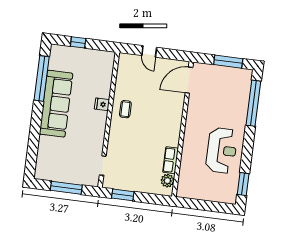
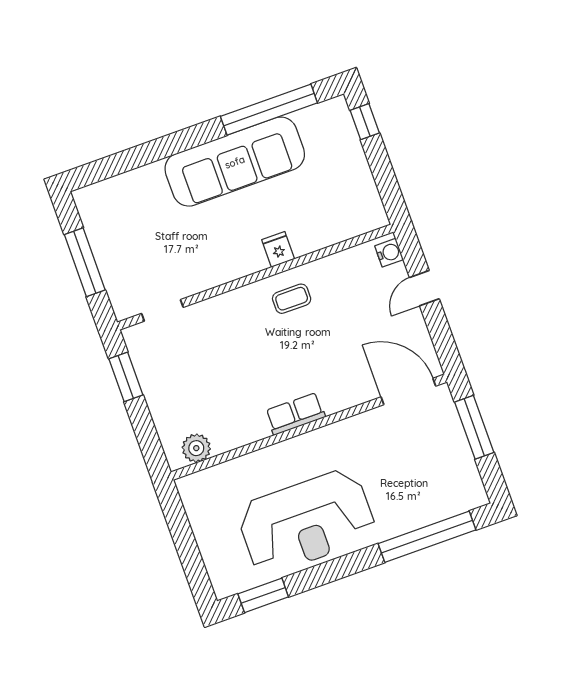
window: (78, 42) -> (365, 122), moved
water cooler: (127, 59) -> (389, 253), added
window: (228, 62) -> (474, 427), moved
reception desk: (222, 150) -> (306, 522), width x1.36, depth x1.30
row of seats: (171, 160) -> (295, 414), moved

